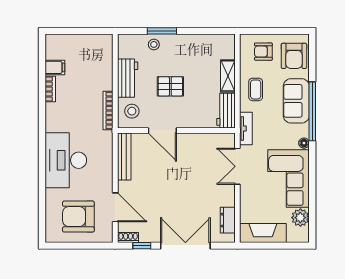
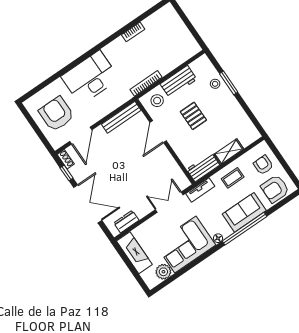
filing cabinet: (55, 67) -> (151, 25), removed

